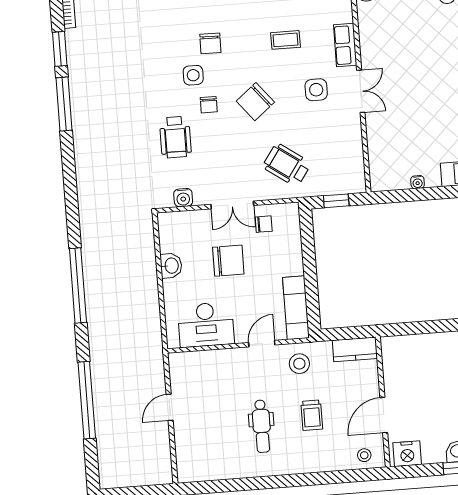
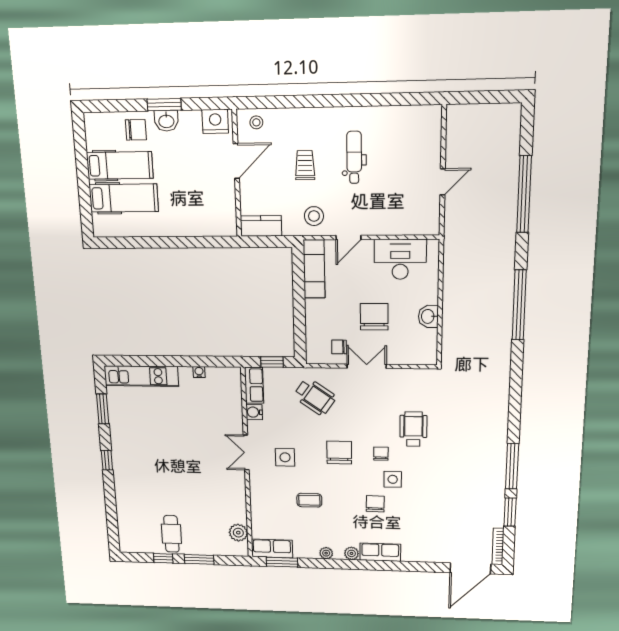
row of seats: (345, 45) -> (254, 385), moved
chair: (255, 102) -> (339, 452), turned -51
water cooler: (183, 198) -> (254, 412), moved, turned -90
chair: (228, 261) -> (374, 317), turned 90

